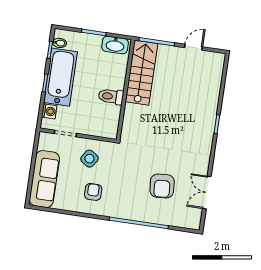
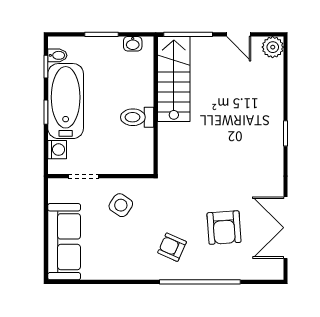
washbasin: (115, 45) -> (133, 44), width x0.52, depth x0.69
door: (193, 47) -> (239, 34), swing flipped
plant: (217, 60) -> (273, 47), added
armchair: (93, 192) -> (172, 247), moved, turned -66
double door: (207, 193) -> (286, 228), width x1.37

